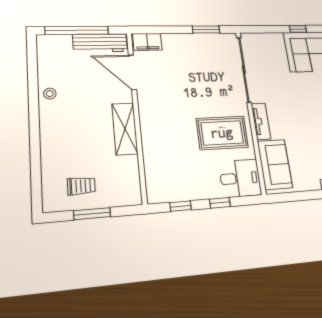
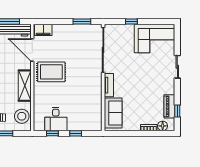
window: (298, 29) -> (131, 21), moved
rug: (222, 133) -> (51, 72), moved
desk: (240, 178) -> (56, 119), moved, turned 90
stool: (124, 180) -> (22, 116), added

